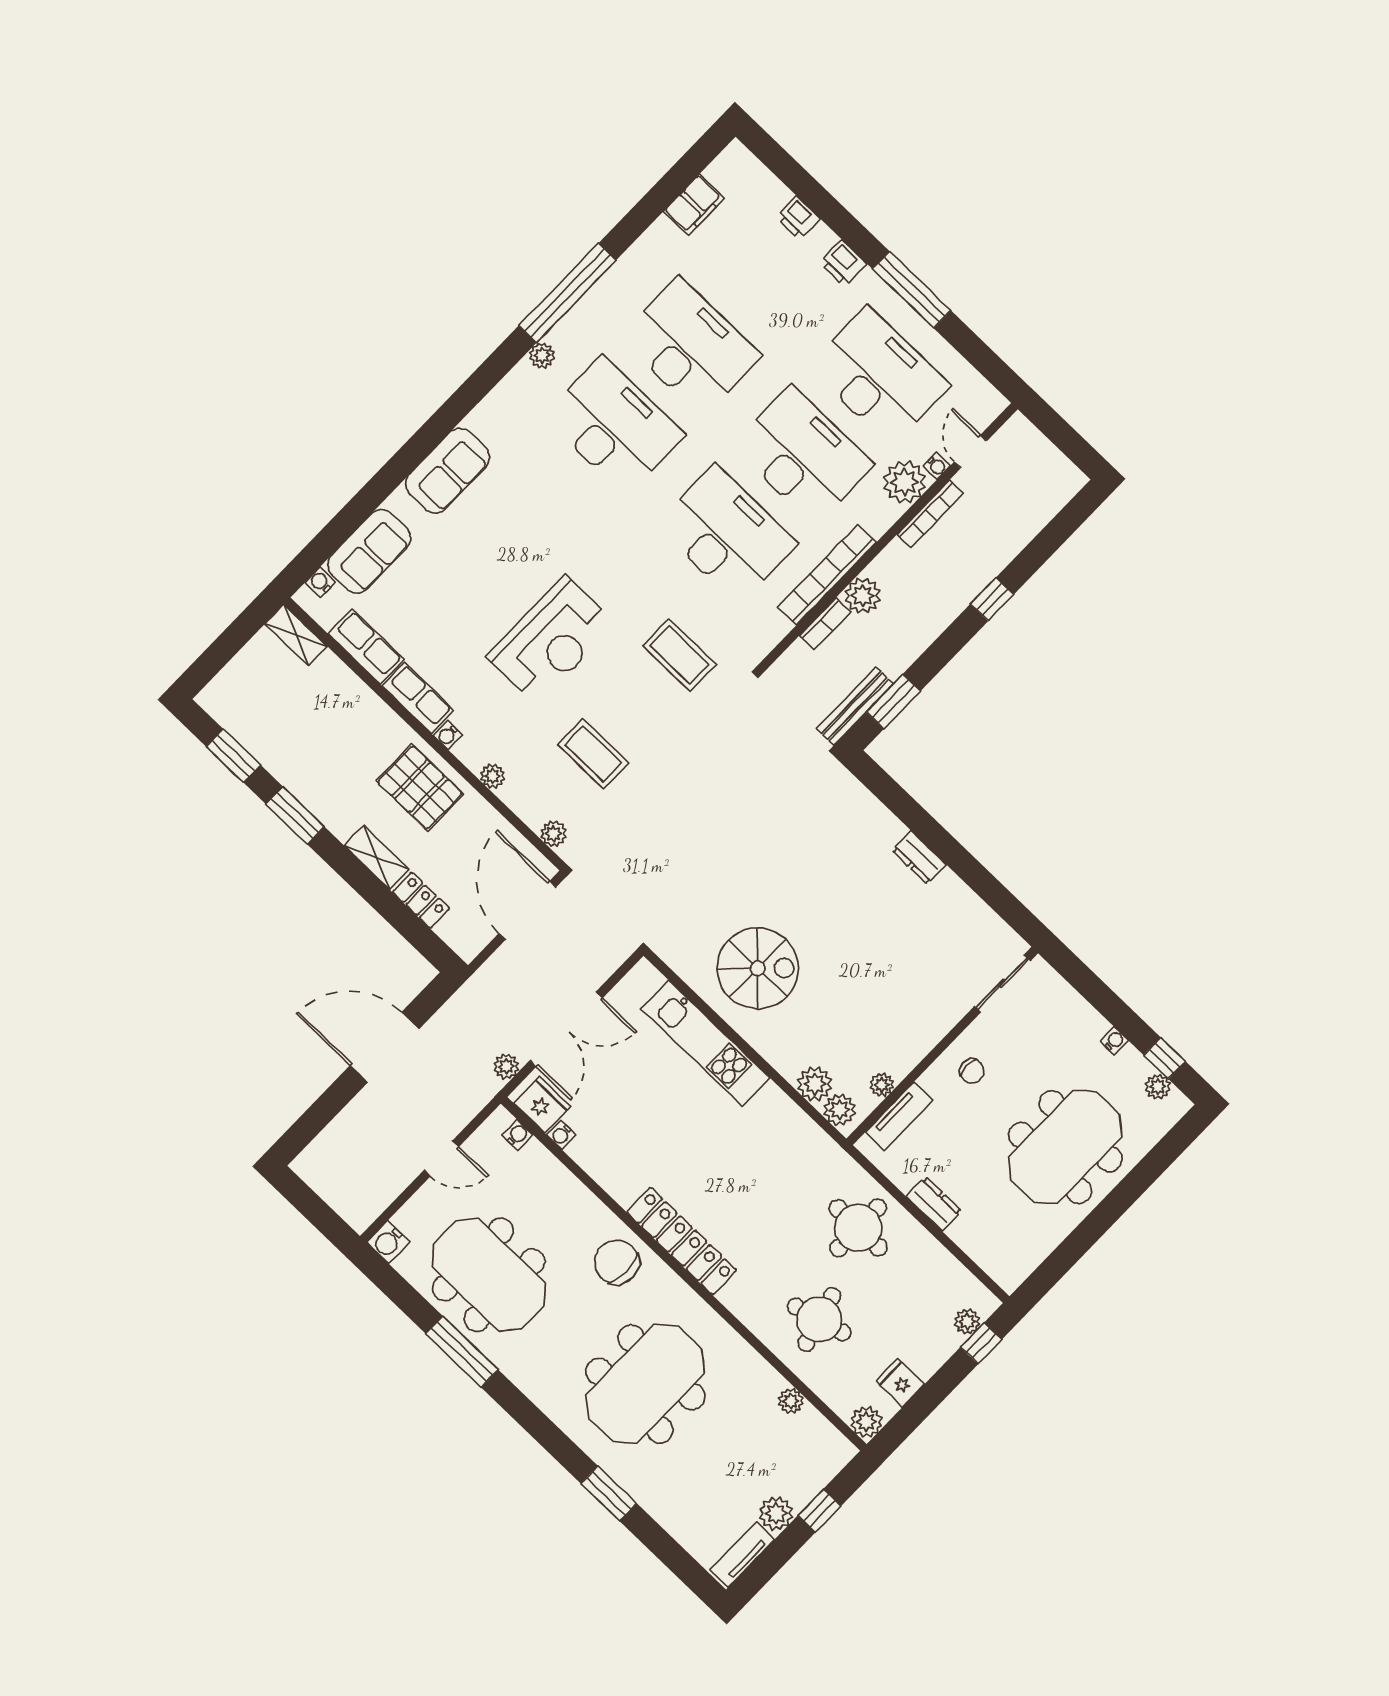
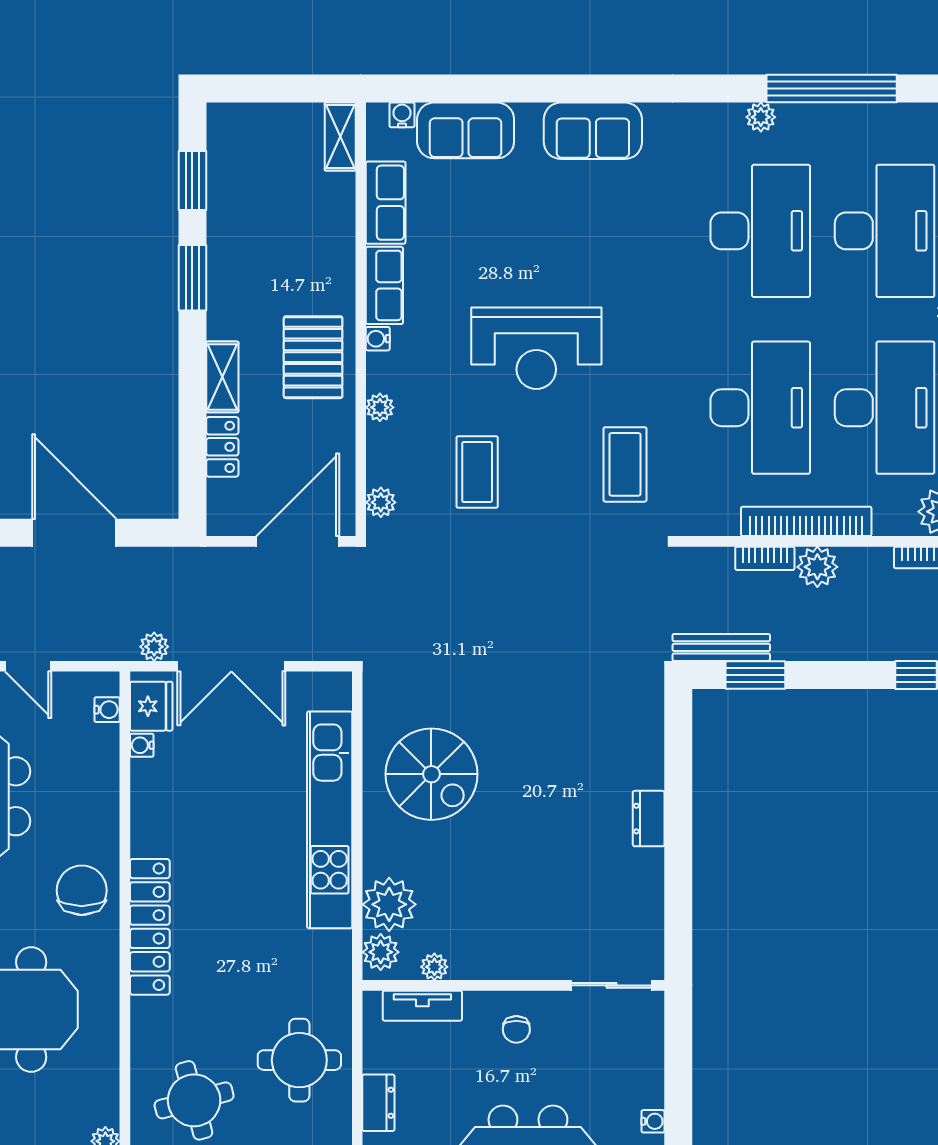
kitchen unit: (706, 1043) -> (330, 820), width x1.36
plant: (815, 1084) -> (389, 904), width x1.36, depth x1.36

